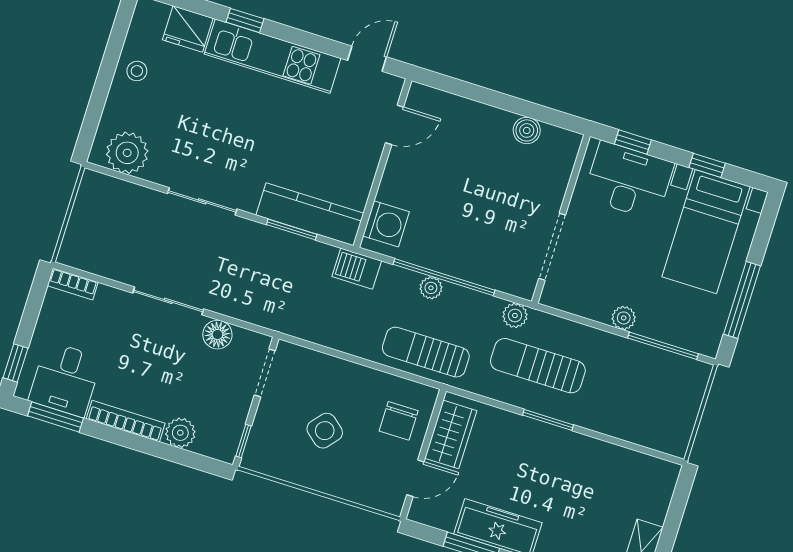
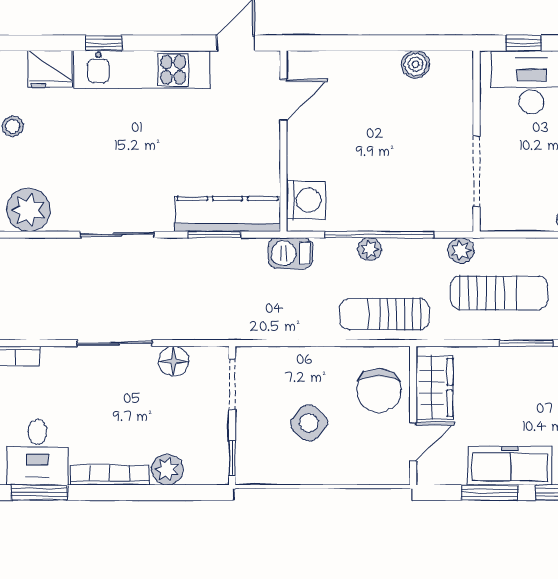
sun lounger: (538, 366) -> (499, 293), turned 180
chair: (399, 421) -> (379, 390), width x1.37, depth x1.37

